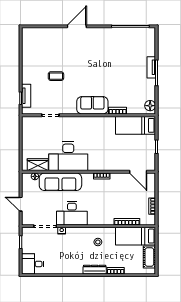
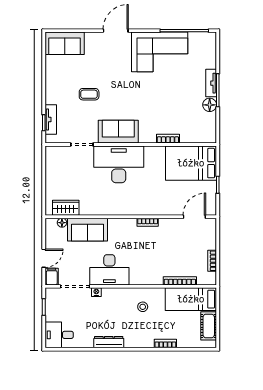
sofa: (37, 36) -> (65, 43), added
corner sofa: (111, 43) -> (160, 52), added
sofa: (92, 105) -> (118, 132), moved
floor lamp: (150, 106) -> (210, 105), moved
bed: (136, 125) -> (191, 163), width x1.50
desk: (68, 156) -> (119, 164), moved, turned 180
door: (138, 172) -> (194, 217), swing flipped
sofa: (60, 182) -> (88, 230), width x0.73
door: (21, 204) -> (44, 258), swing flipped
filing cabinet: (27, 218) -> (52, 277), added
dresser: (95, 270) -> (109, 342), moved

